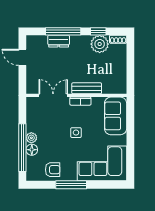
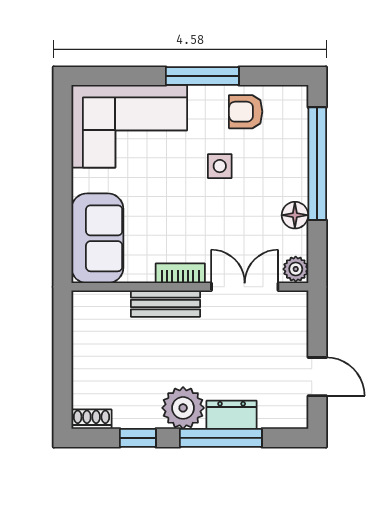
plant: (100, 44) -> (183, 408), moved
double door: (53, 95) -> (245, 287), swing flipped
side table: (76, 133) -> (220, 166), moved
plant: (31, 138) -> (296, 269), moved
floor lamp: (32, 150) -> (295, 215), moved

